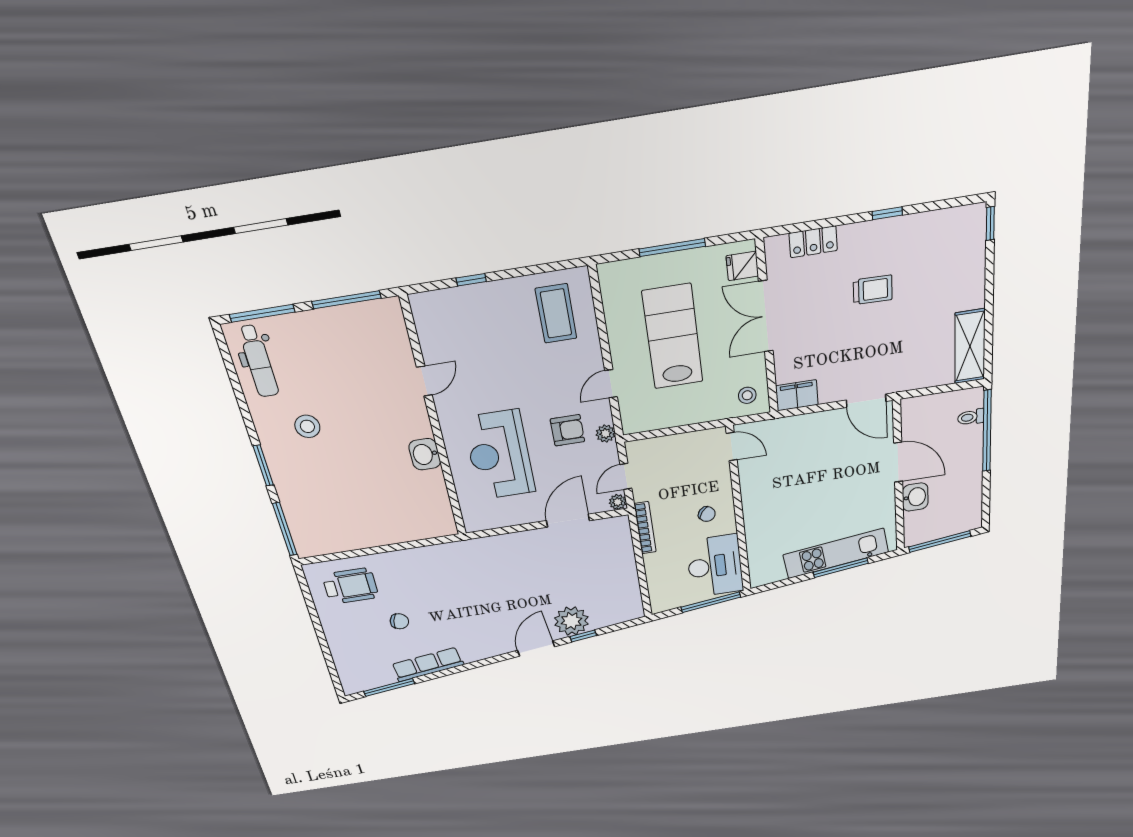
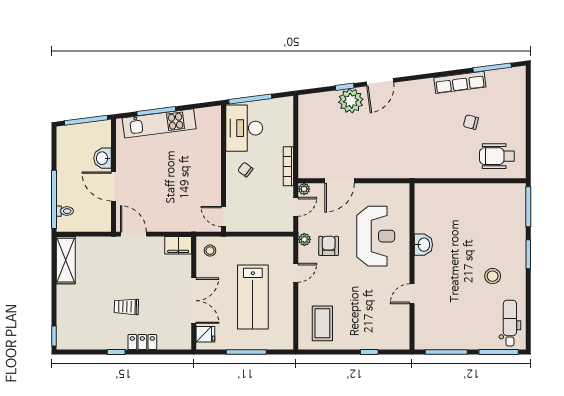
locker: (813, 242) -> (142, 342), moved
armchair: (567, 430) -> (329, 246), turned 90

